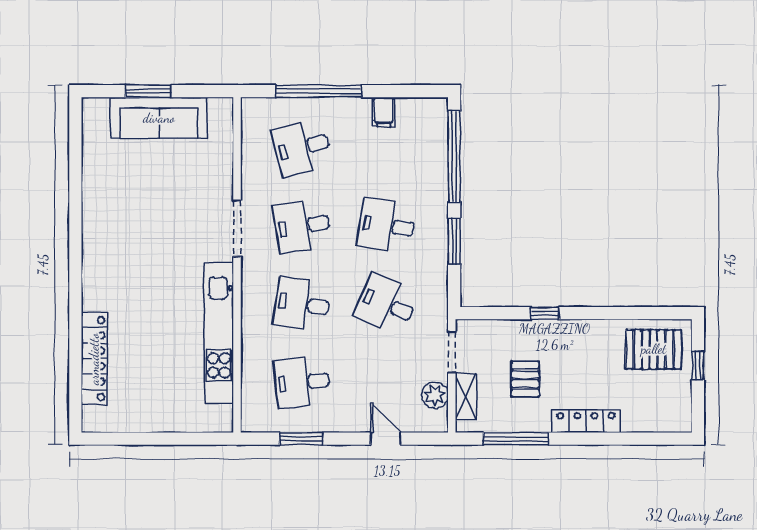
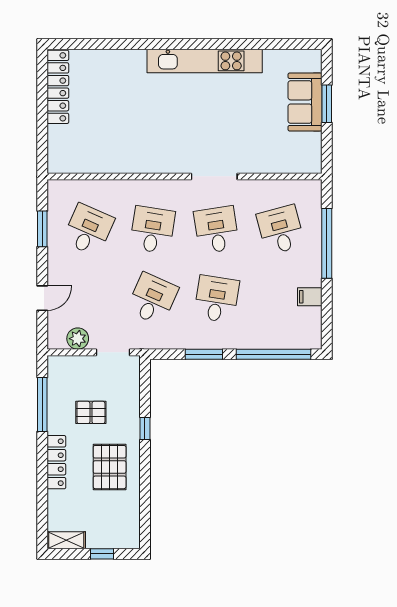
sofa: (159, 118) -> (305, 102), width x0.73
kitchen unit: (219, 333) -> (205, 61), moved, turned 180
pallet: (654, 349) -> (110, 467), moved
locker: (94, 359) -> (58, 87), moved, turned -90
desk: (302, 382) -> (88, 230), turned 30
shelving: (466, 397) -> (66, 540), moved

